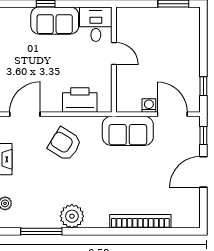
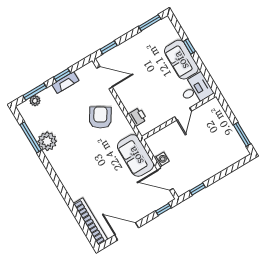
printer: (80, 100) -> (138, 117), width x0.53, depth x0.68
door: (172, 114) -> (165, 179), swing flipped
door: (203, 172) -> (127, 231), moved
plant: (72, 216) -> (47, 141), moved
bookcase: (140, 221) -> (90, 222), moved

